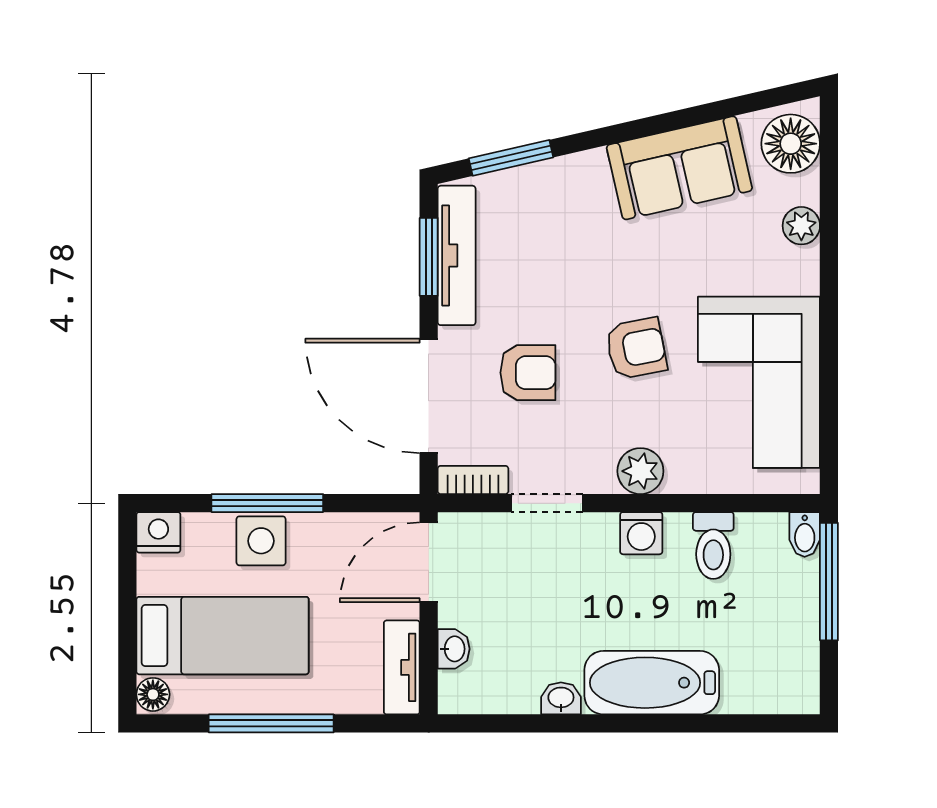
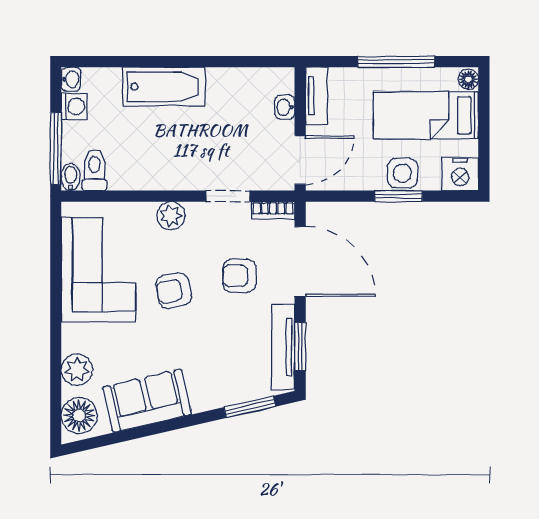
plant: (801, 226) -> (77, 370), width x1.38, depth x1.38
window: (267, 503) -> (399, 196), width x0.69
nightstand: (158, 532) -> (460, 174), width x1.36, depth x1.33
washing machine: (641, 533) -> (74, 106), moved, turned 90
toilet: (713, 546) -> (94, 170), moved
washbasin: (561, 698) -> (71, 79), moved, turned -90

